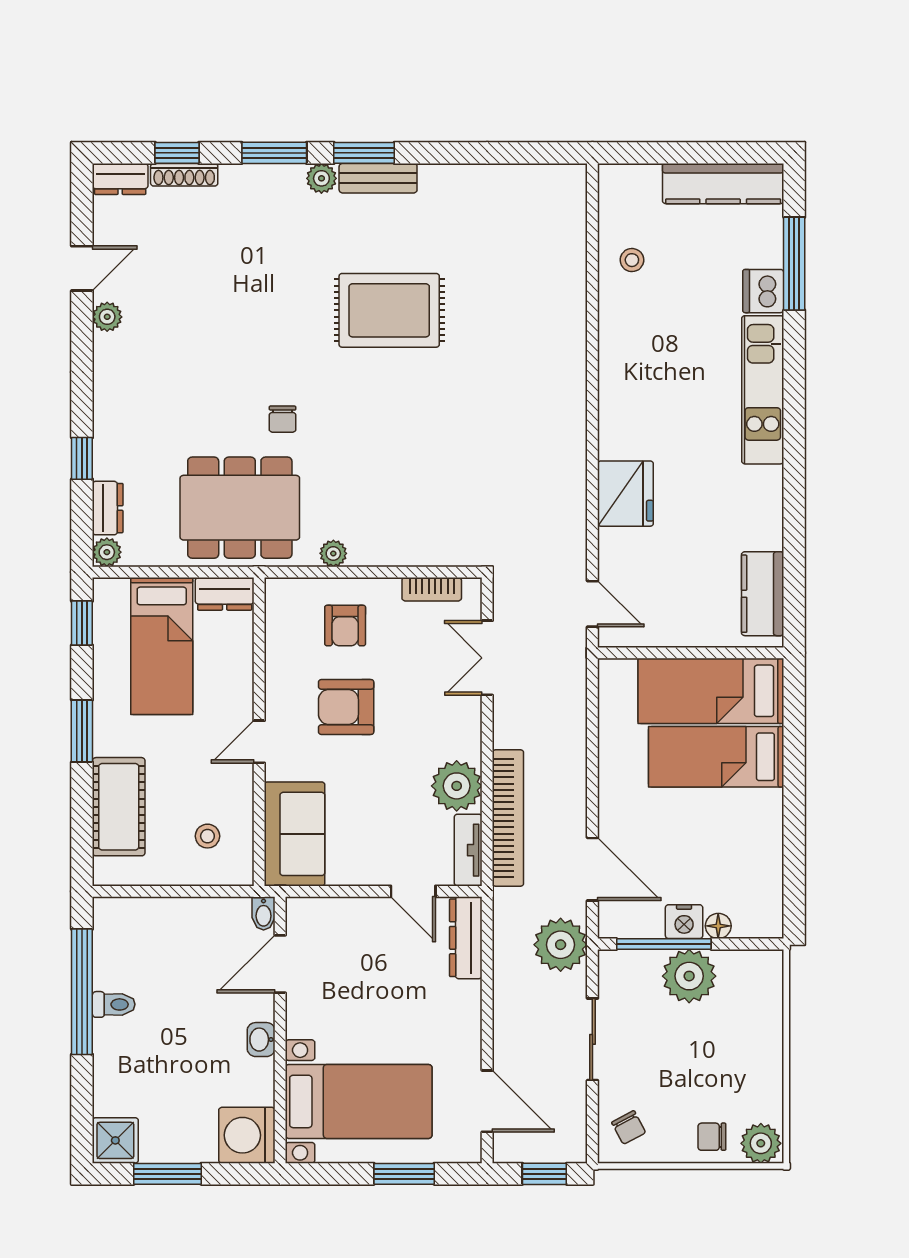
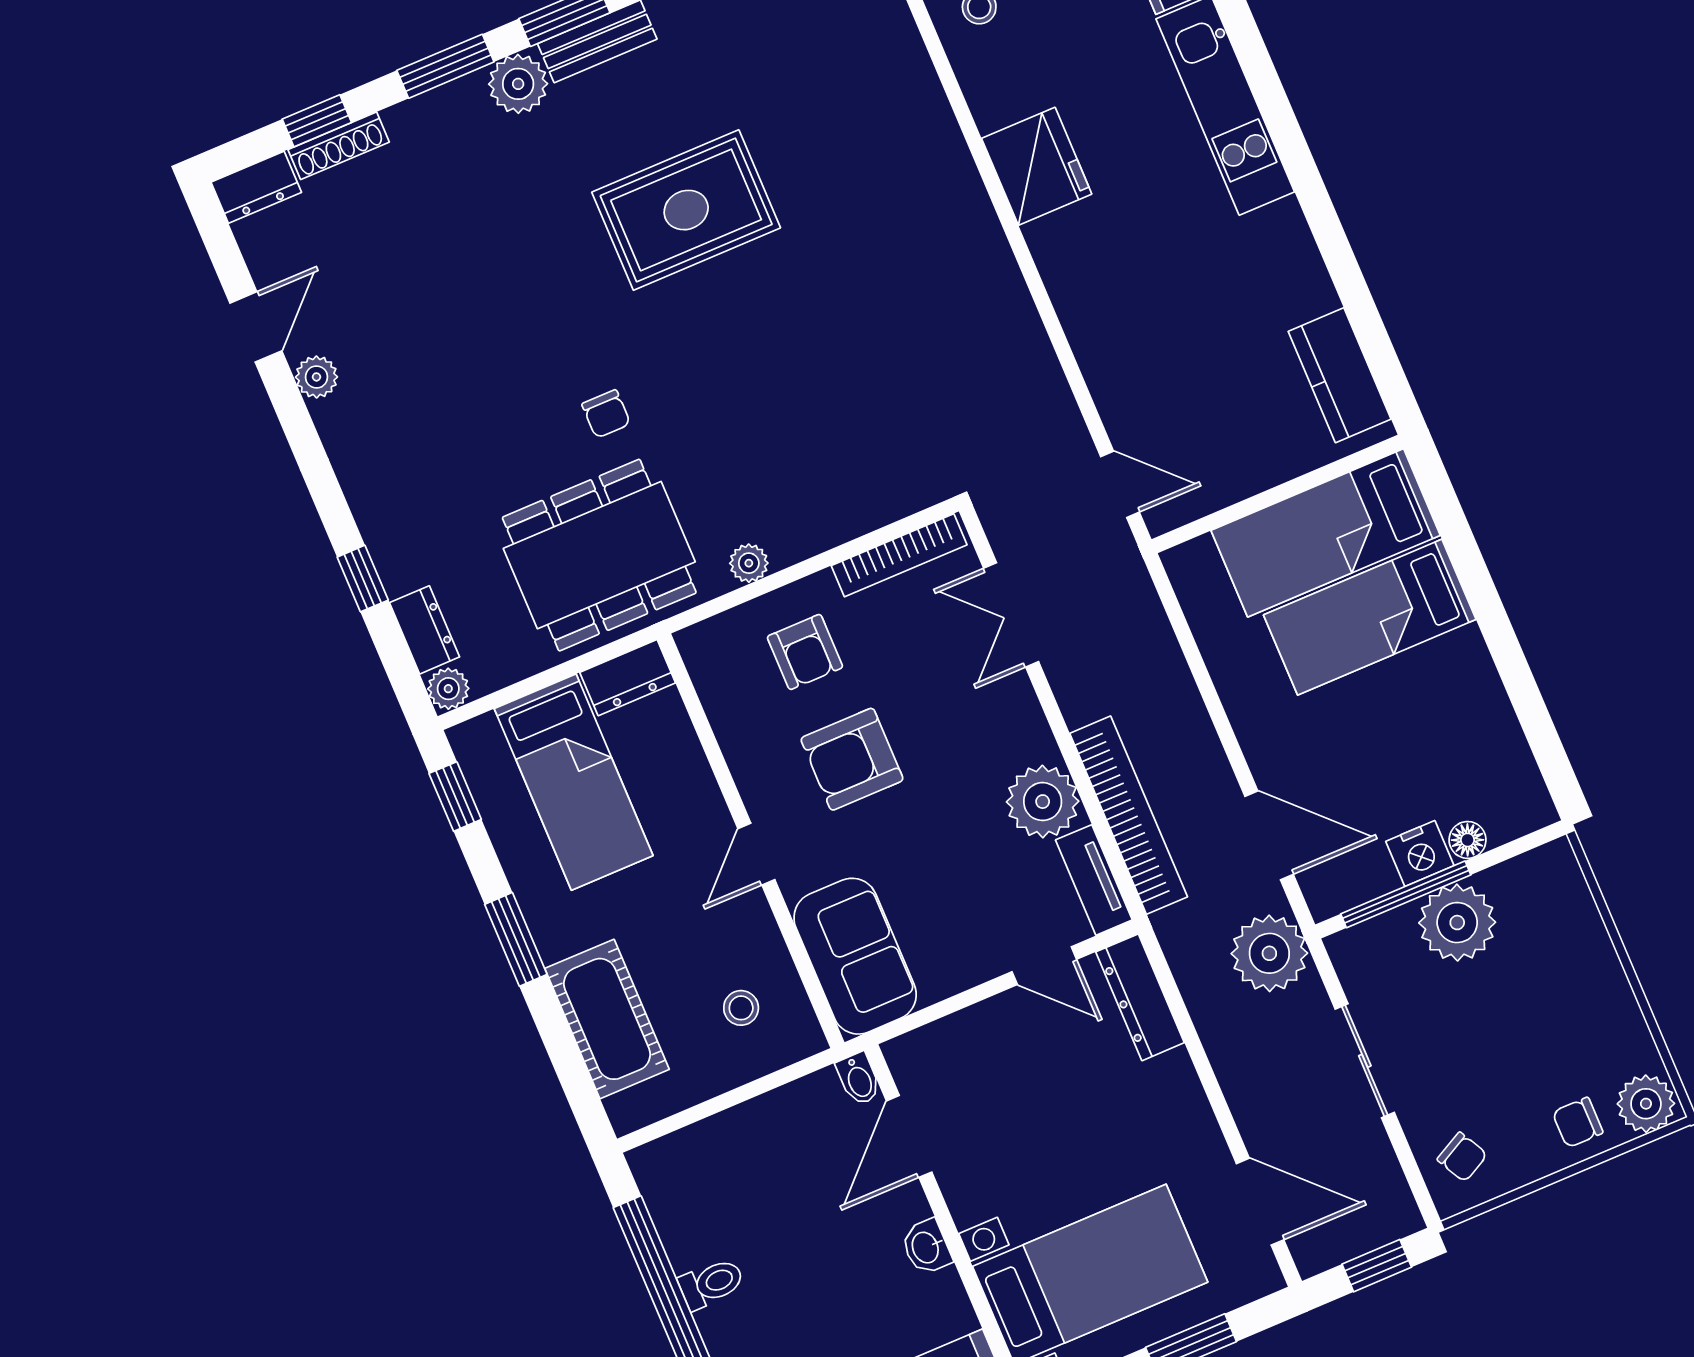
plant: (321, 178) -> (518, 84), width x1.38, depth x1.38
fridge: (625, 494) -> (1037, 166), moved
bookcase: (432, 589) -> (899, 555), width x1.56

